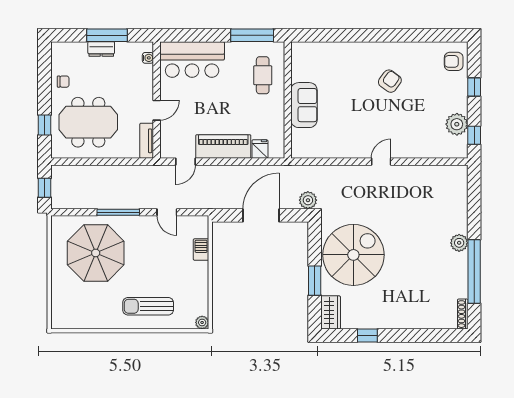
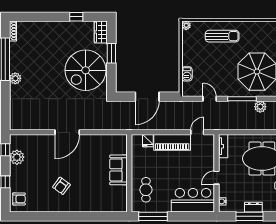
door: (157, 110) -> (216, 178), moved
door: (381, 162) -> (67, 132), width x1.87
plant: (308, 200) -> (260, 107), moved

